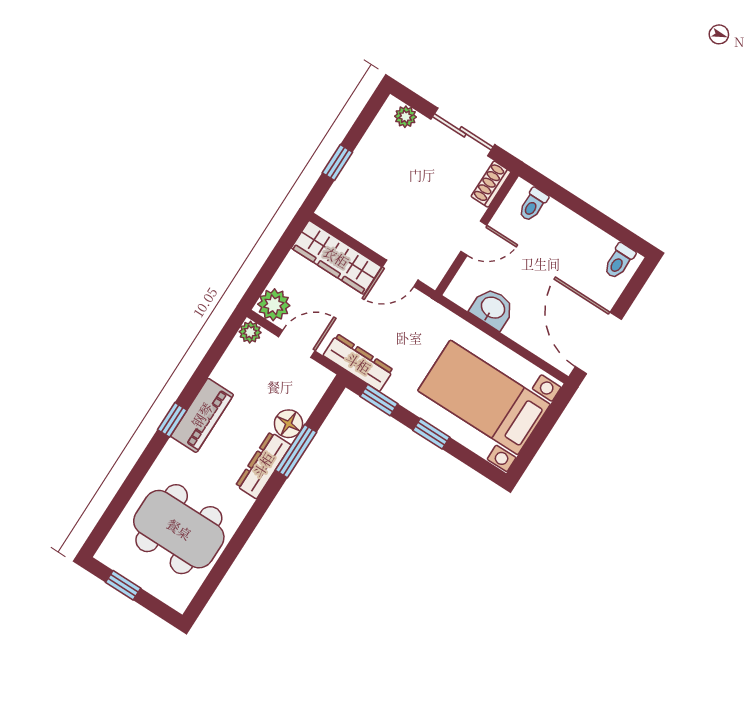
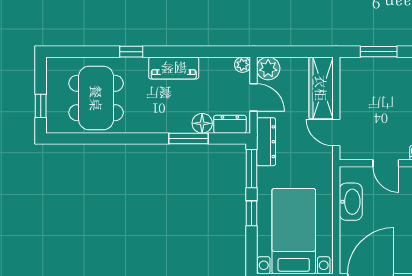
window: (337, 163) -> (379, 52), width x1.50
washbasin: (492, 308) -> (351, 202), width x1.38
window: (379, 400) -> (251, 169), width x1.50
window: (172, 420) -> (131, 52), moved
dresser: (263, 465) -> (230, 124), moved, width x0.70
window: (123, 585) -> (41, 106), moved

